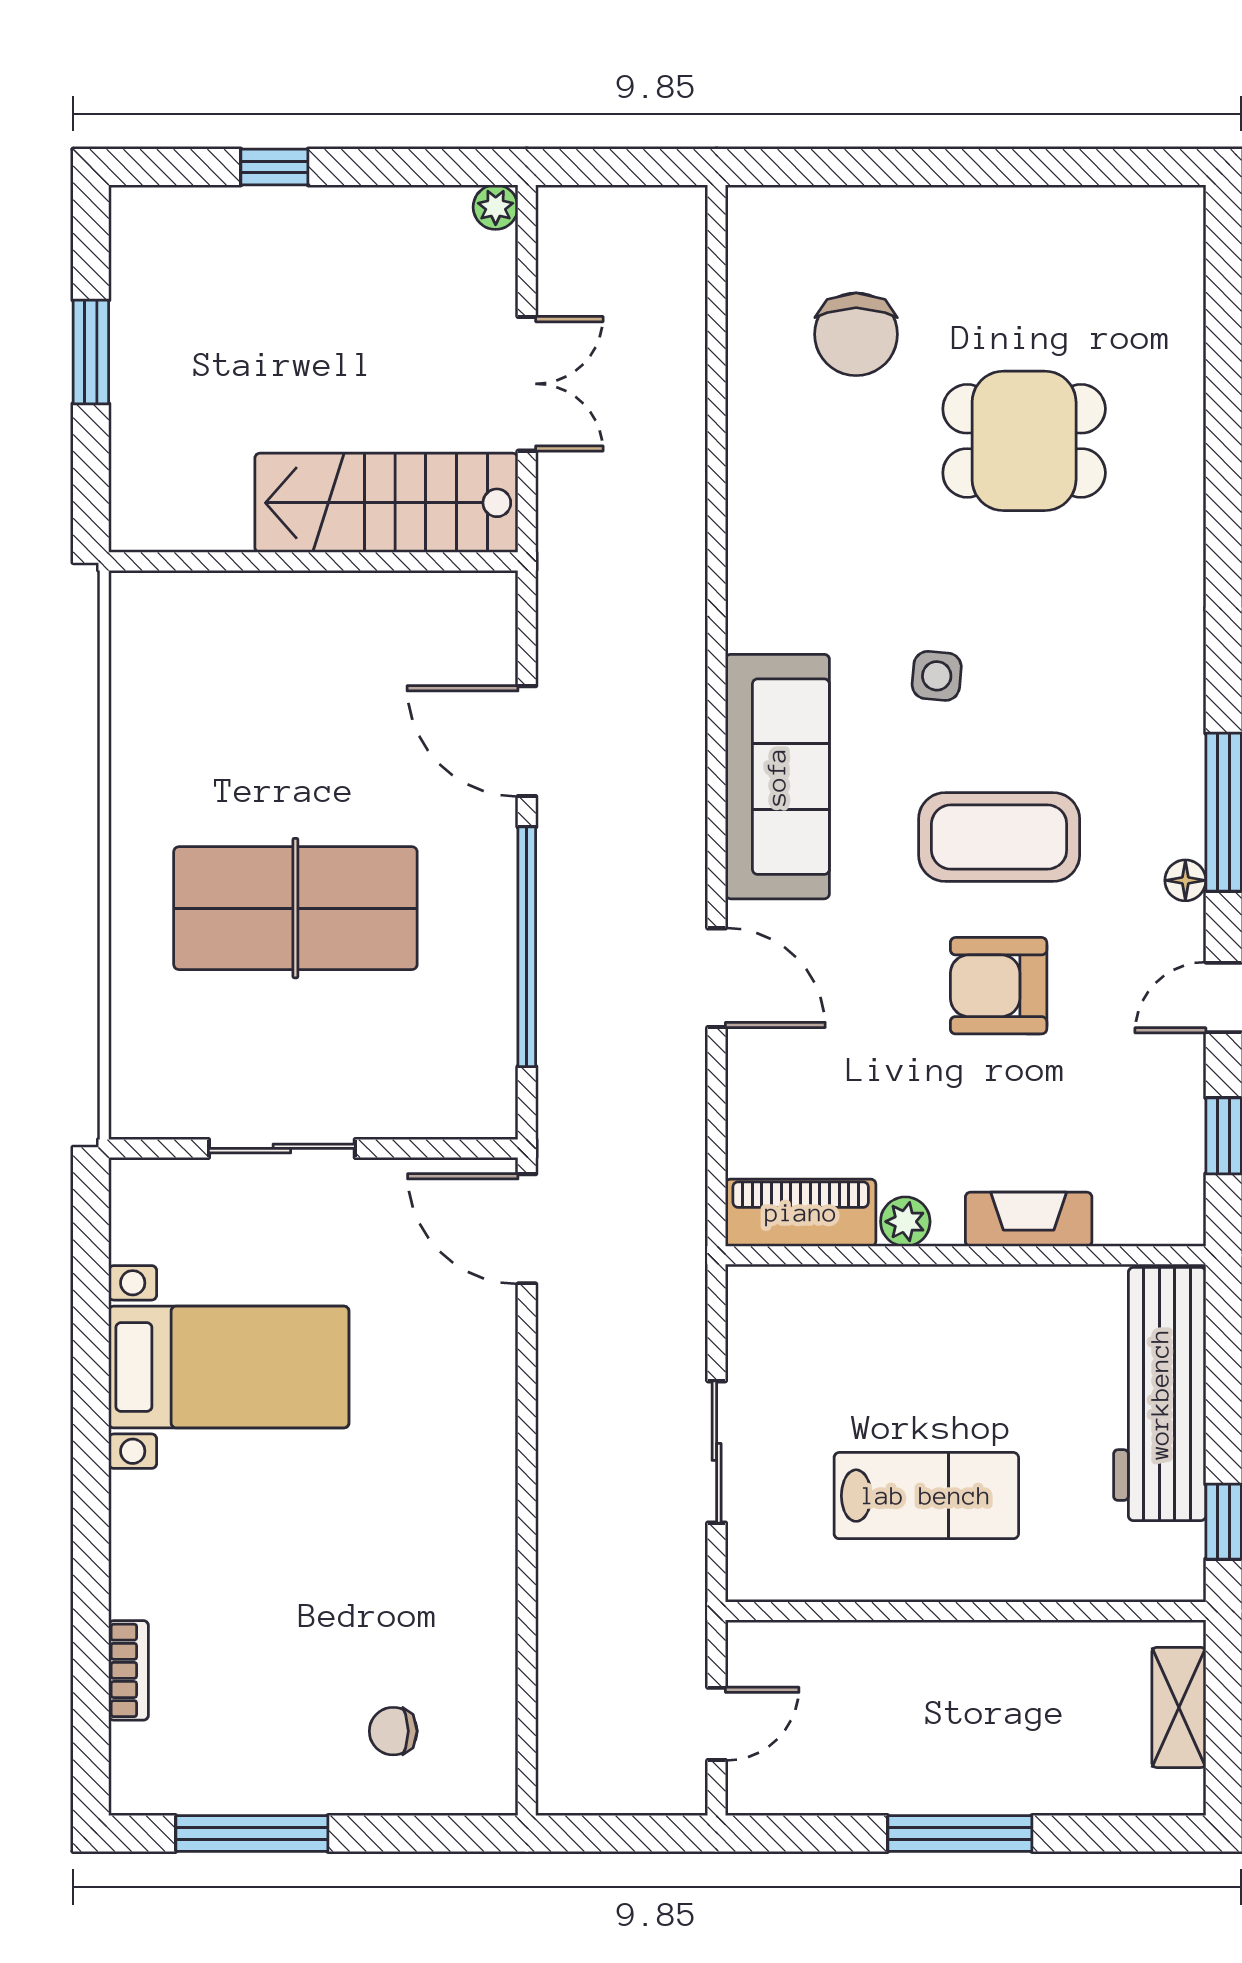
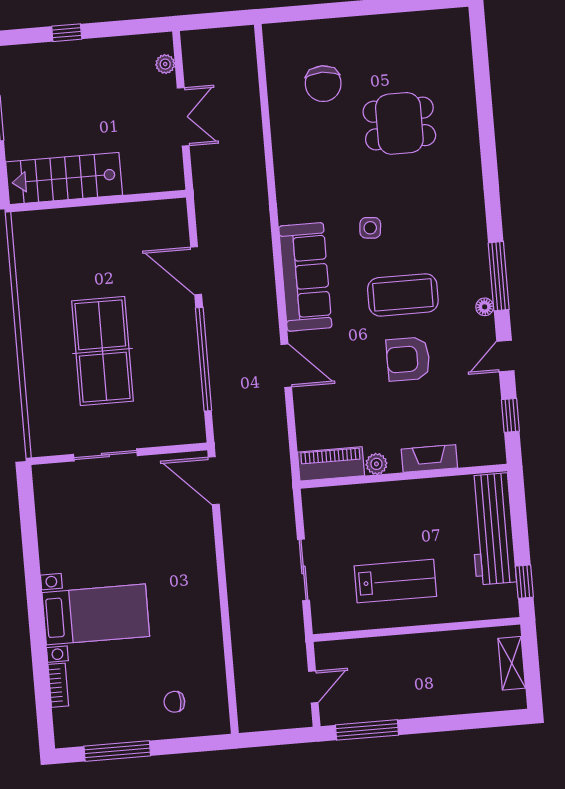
plant: (496, 207) -> (165, 64), moved
stairs: (386, 503) -> (64, 178), moved
table tennis table: (295, 908) -> (103, 351), turned 90
bed with nightstands: (229, 1367) -> (96, 614), moved
window: (960, 1833) -> (367, 730), moved

